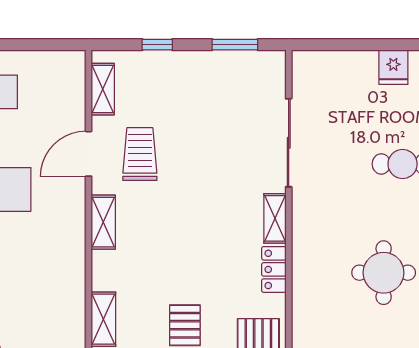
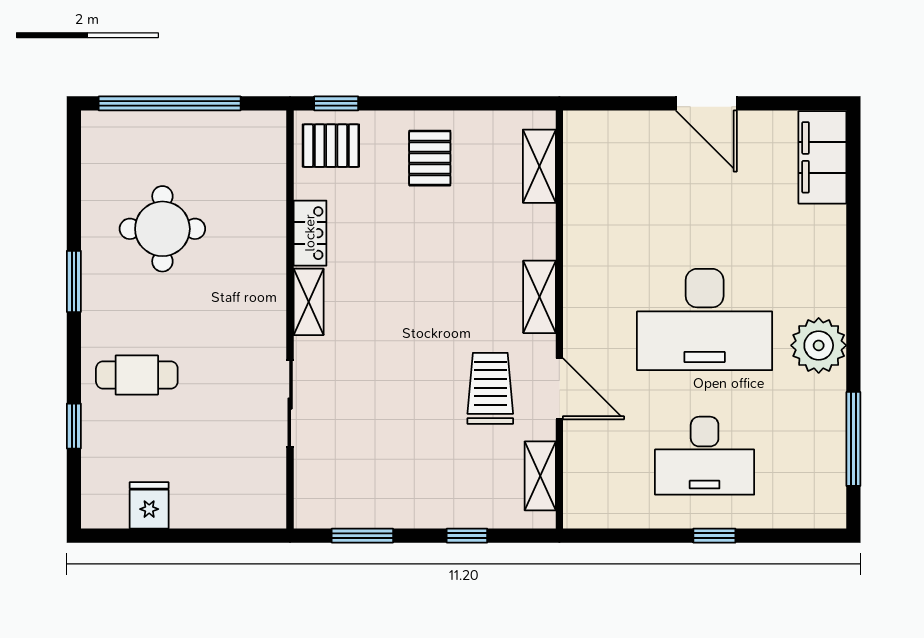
sliding door: (289, 143) -> (290, 404), width x0.73
door: (89, 154) -> (559, 389), hinge flipped
trolley: (140, 154) -> (490, 388), turned 180

